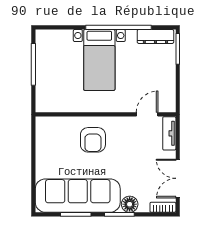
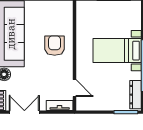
armchair: (93, 140) -> (55, 46), turned 90

